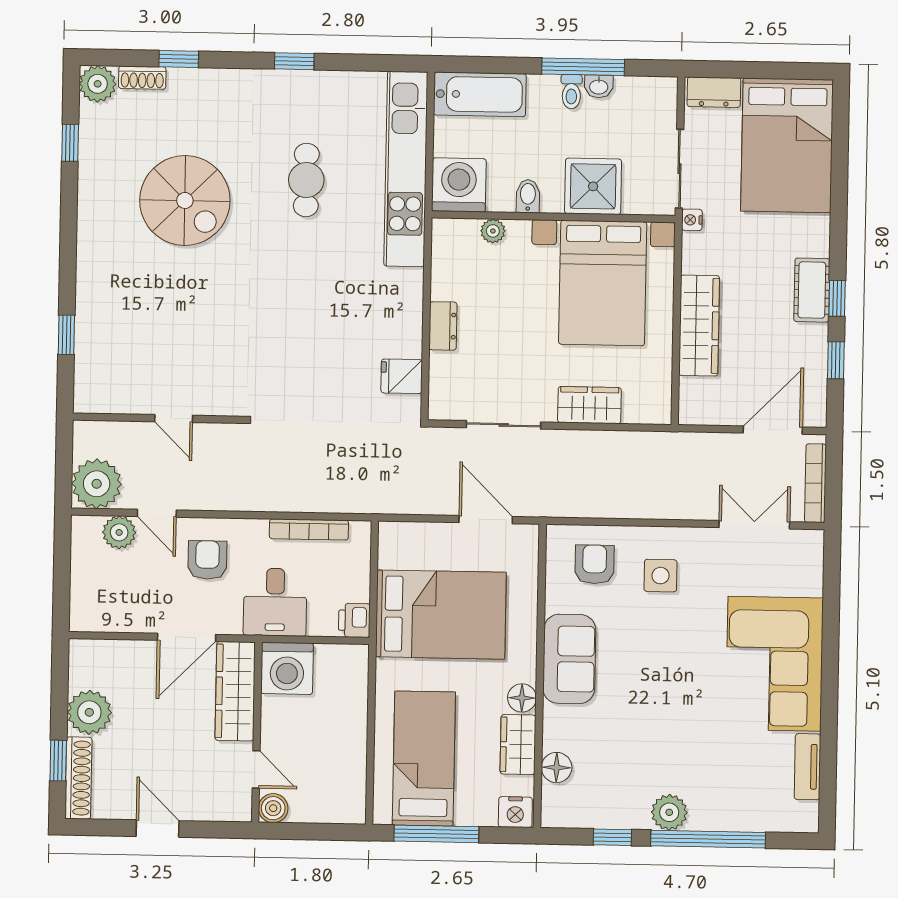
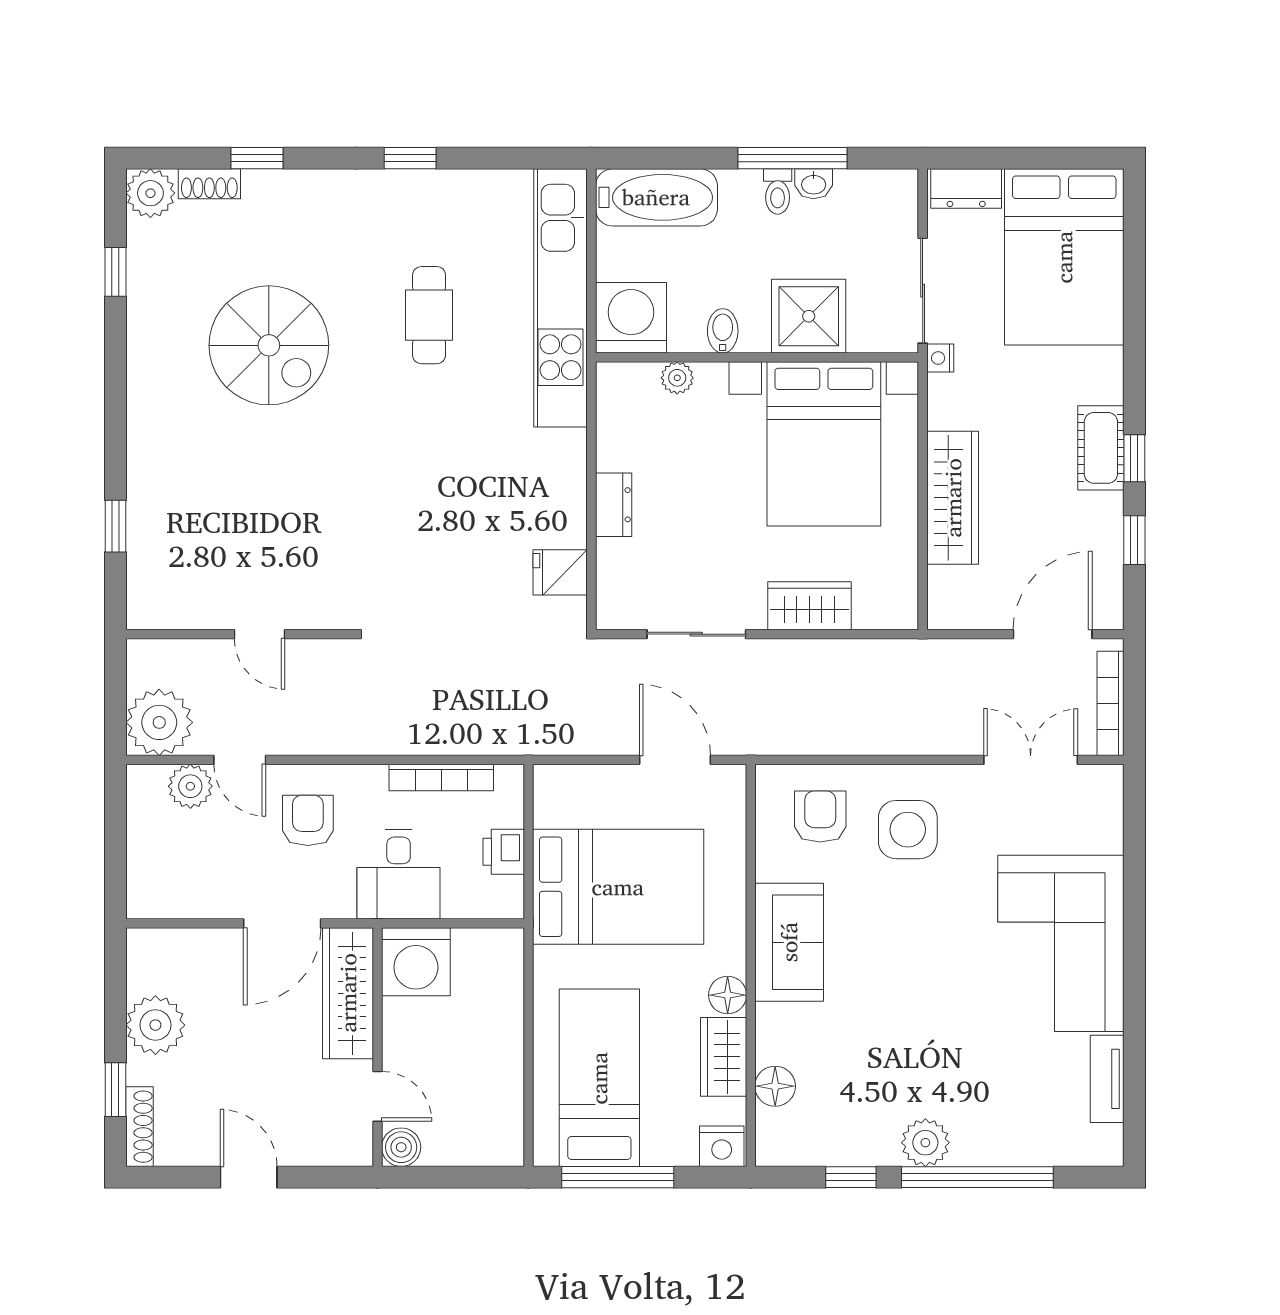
side table: (660, 576) -> (908, 830), width x1.37, depth x1.37
printer: (354, 620) -> (504, 852), moved
shoe rack: (78, 778) -> (140, 1127), width x0.74, depth x0.81

